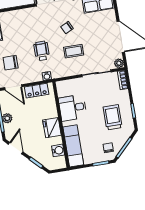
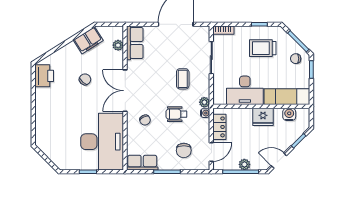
chair: (67, 28) -> (145, 120), moved
plant: (119, 63) -> (204, 102), moved
desk: (73, 108) -> (245, 90), width x1.37

